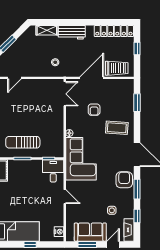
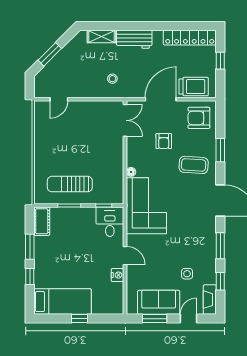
window: (137, 103) -> (220, 150), moved
armchair: (124, 180) -> (199, 118), moved, turned -90
nightstand: (59, 232) -> (118, 275), moved

